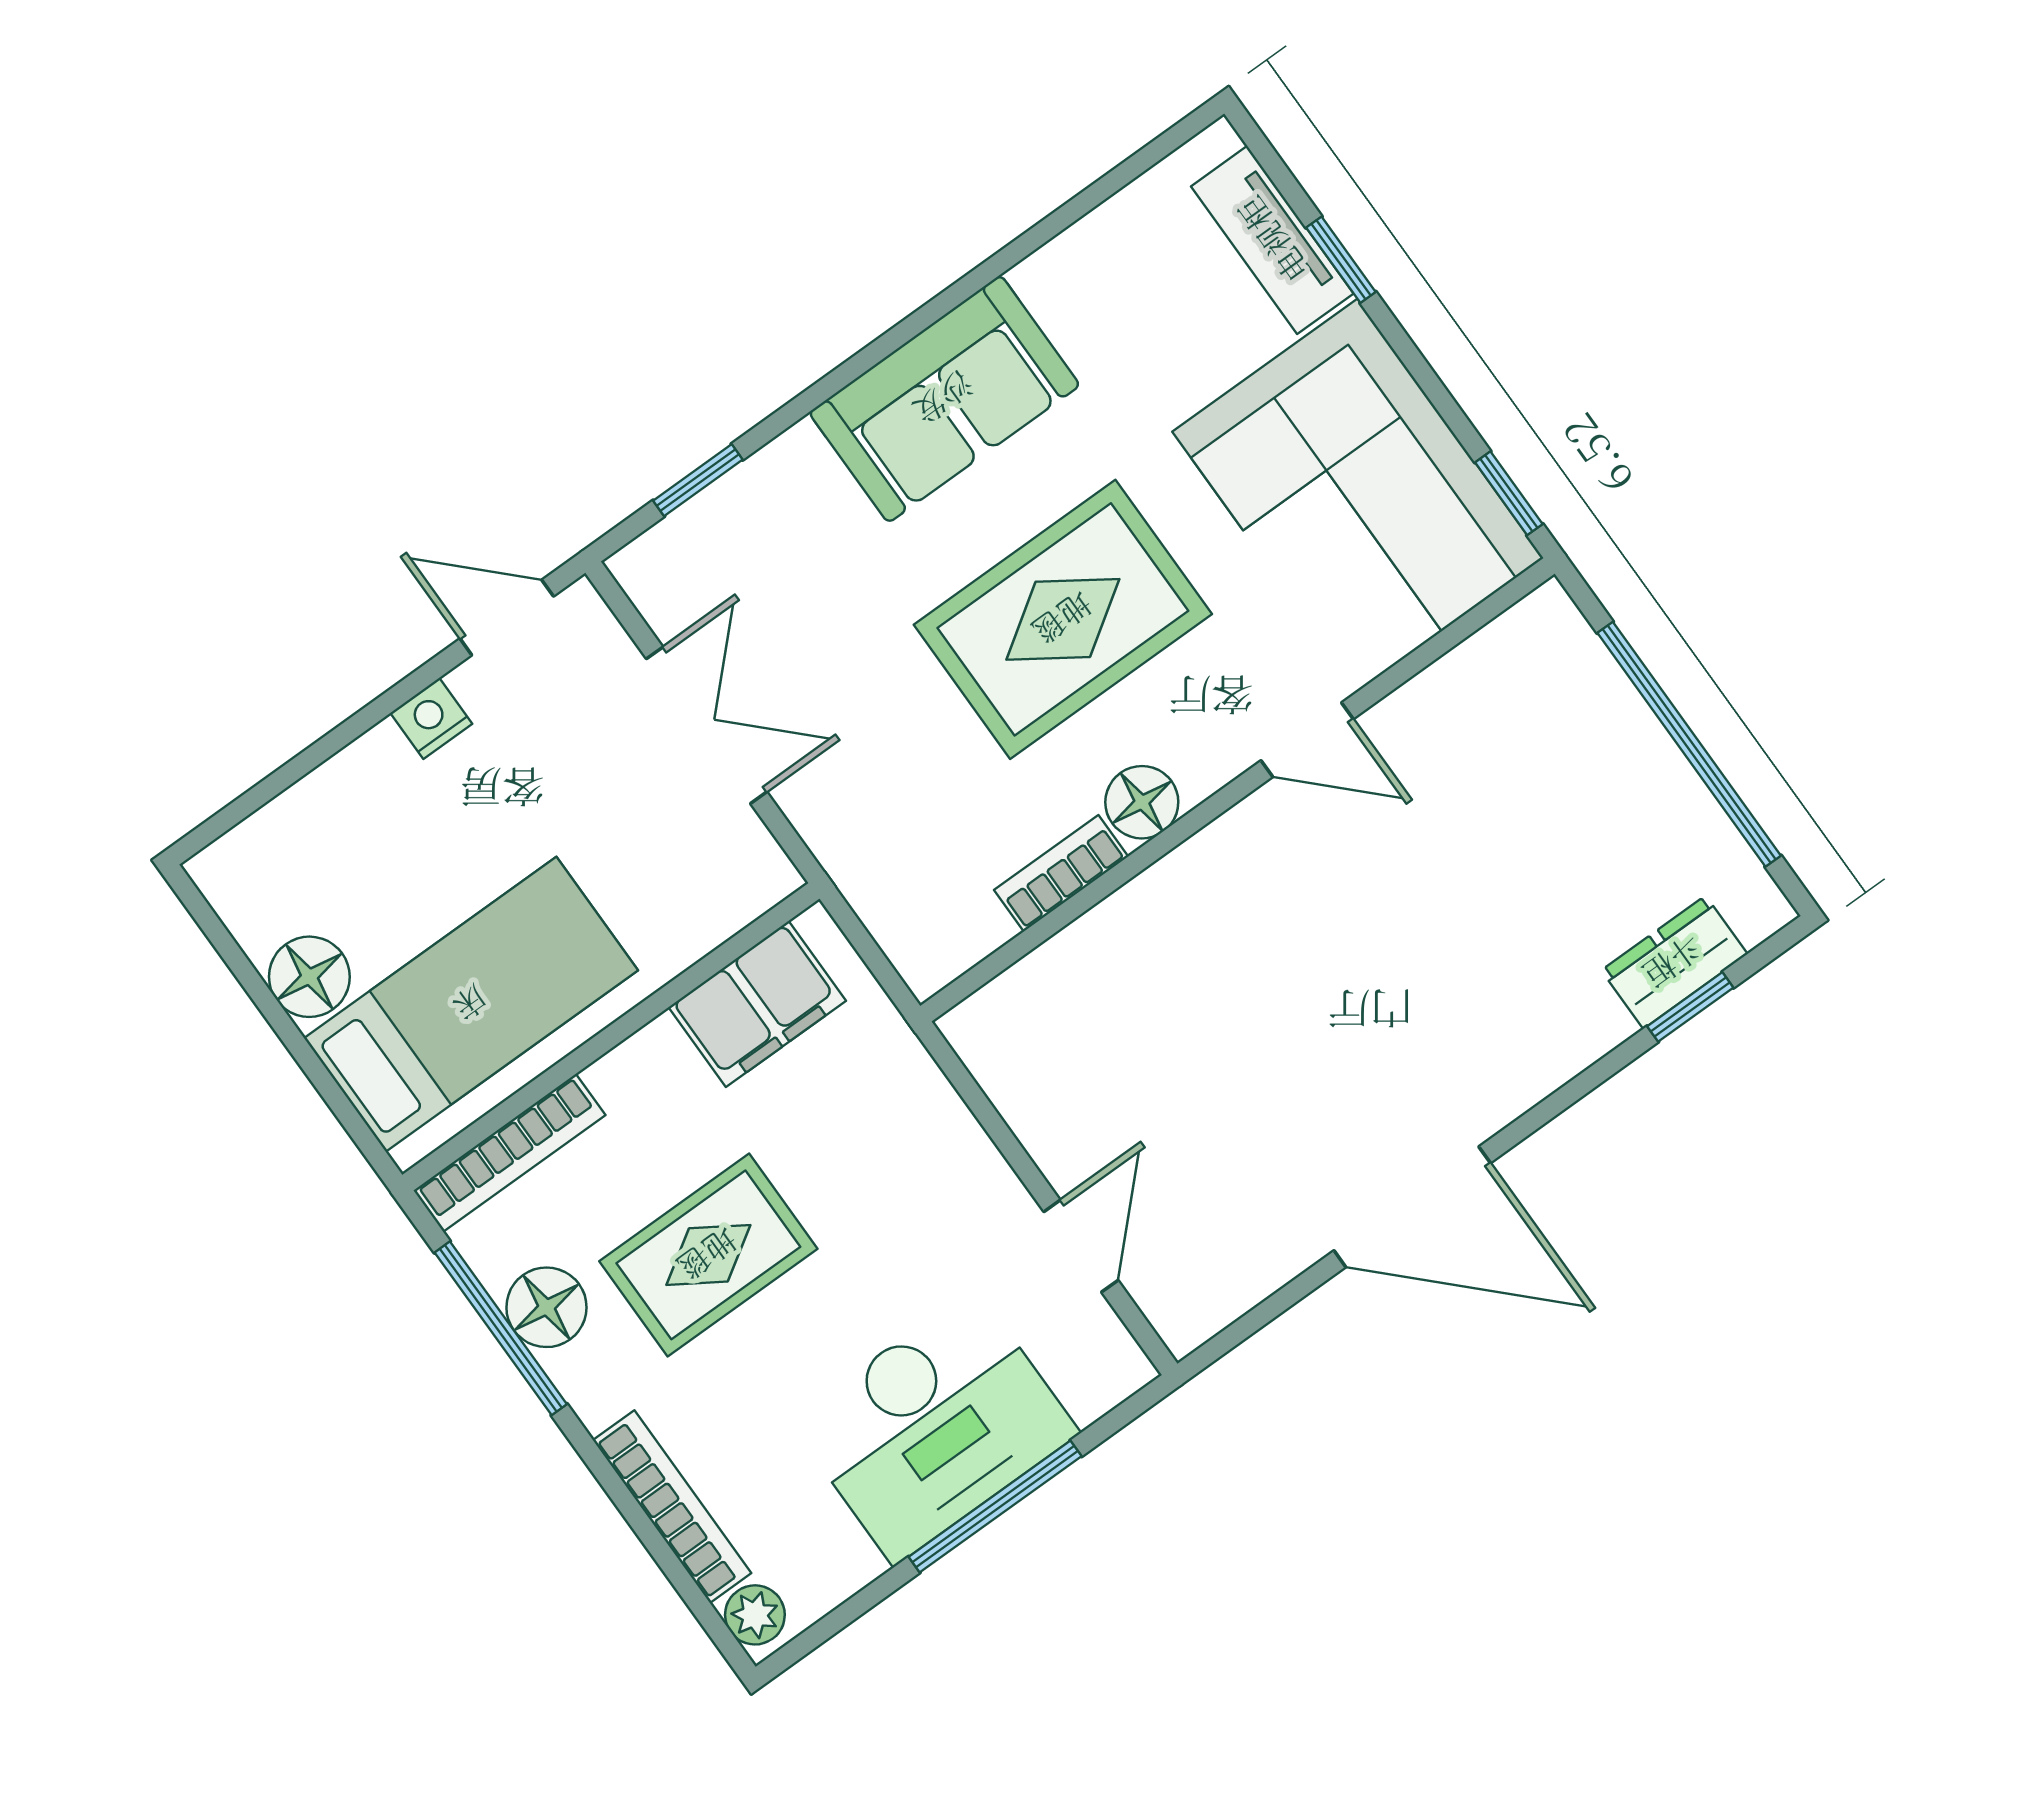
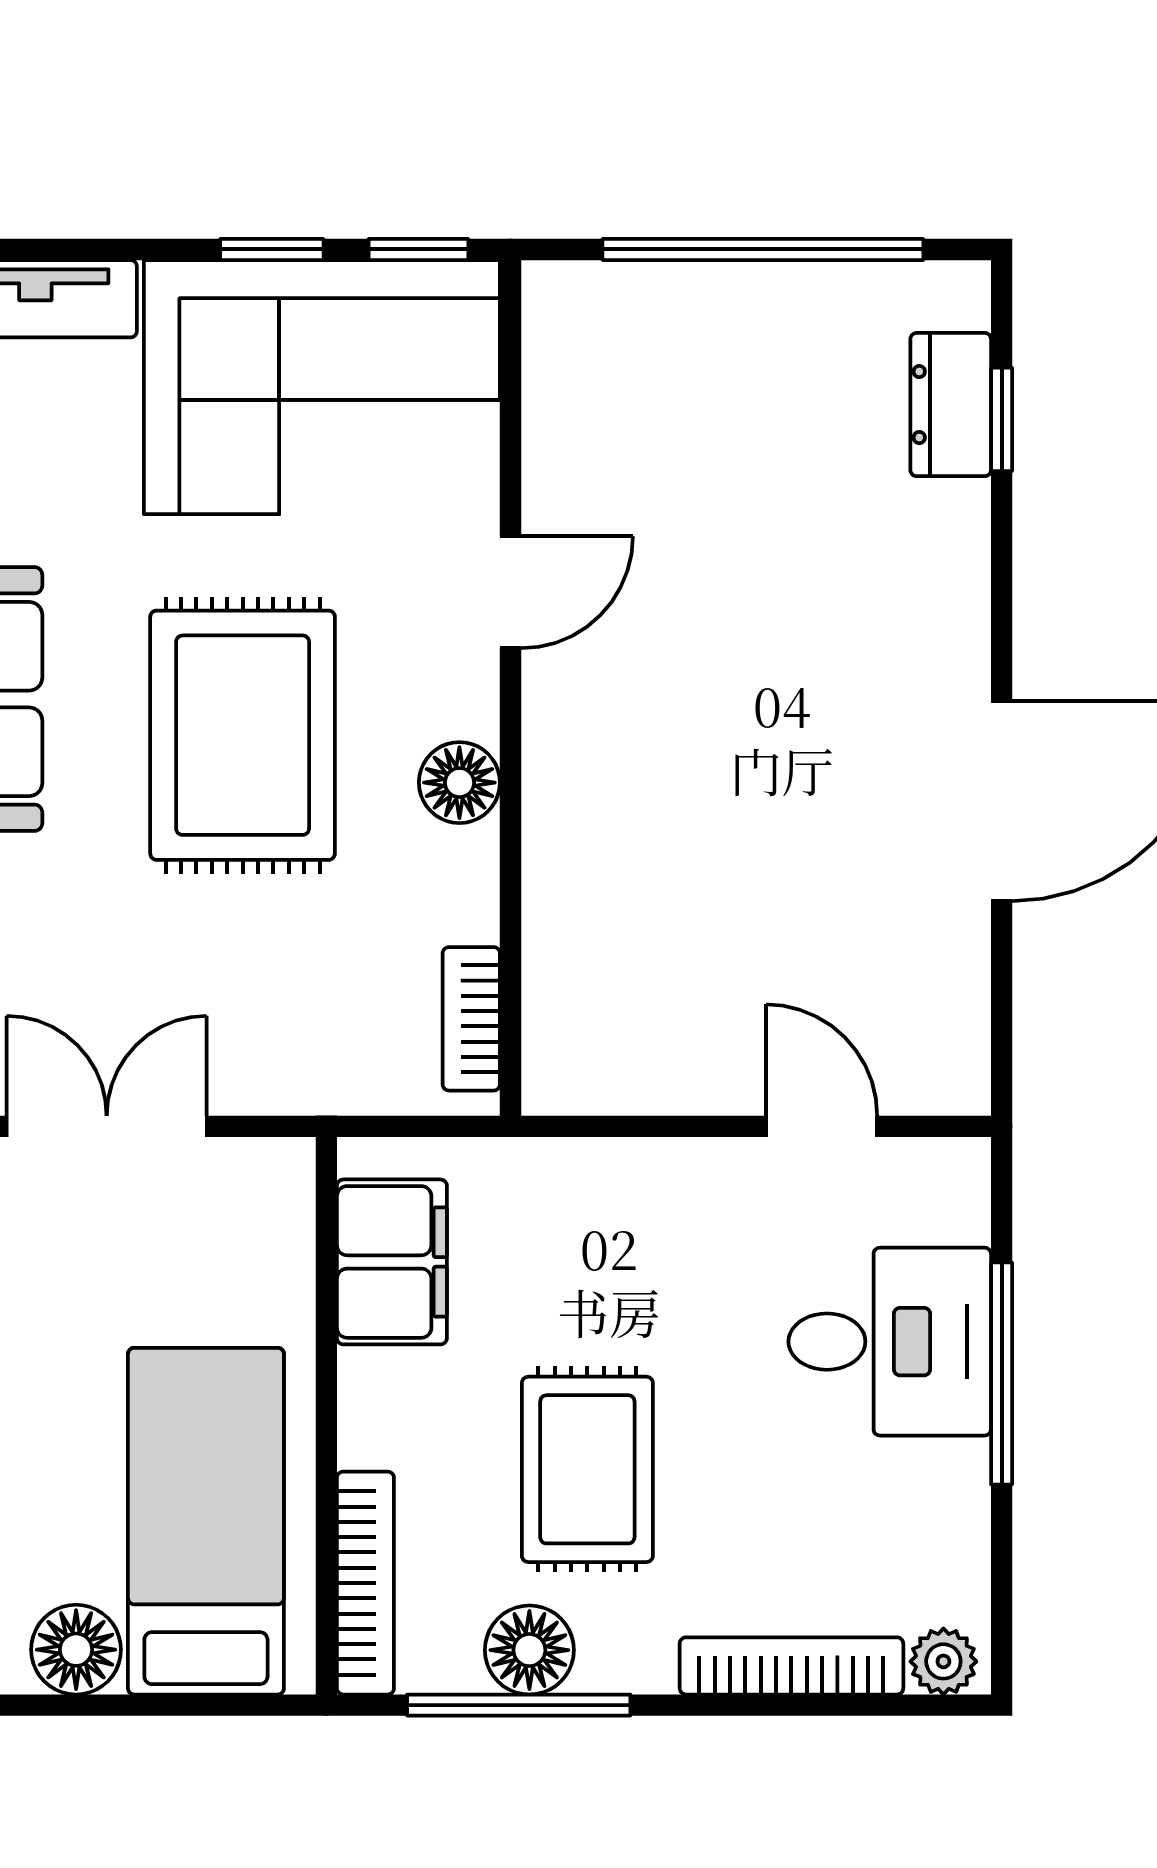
window: (1341, 260) -> (272, 249), moved
bookcase: (1061, 873) -> (471, 1019), moved
desk: (934, 1427) -> (890, 1342), width x0.73

